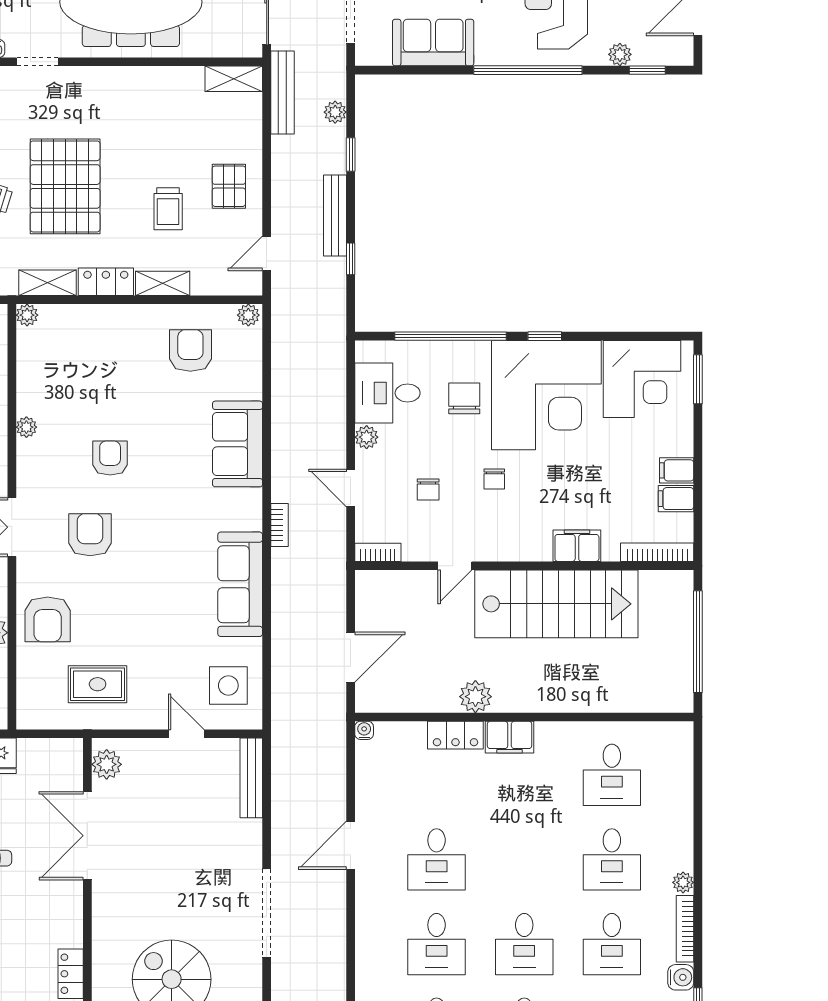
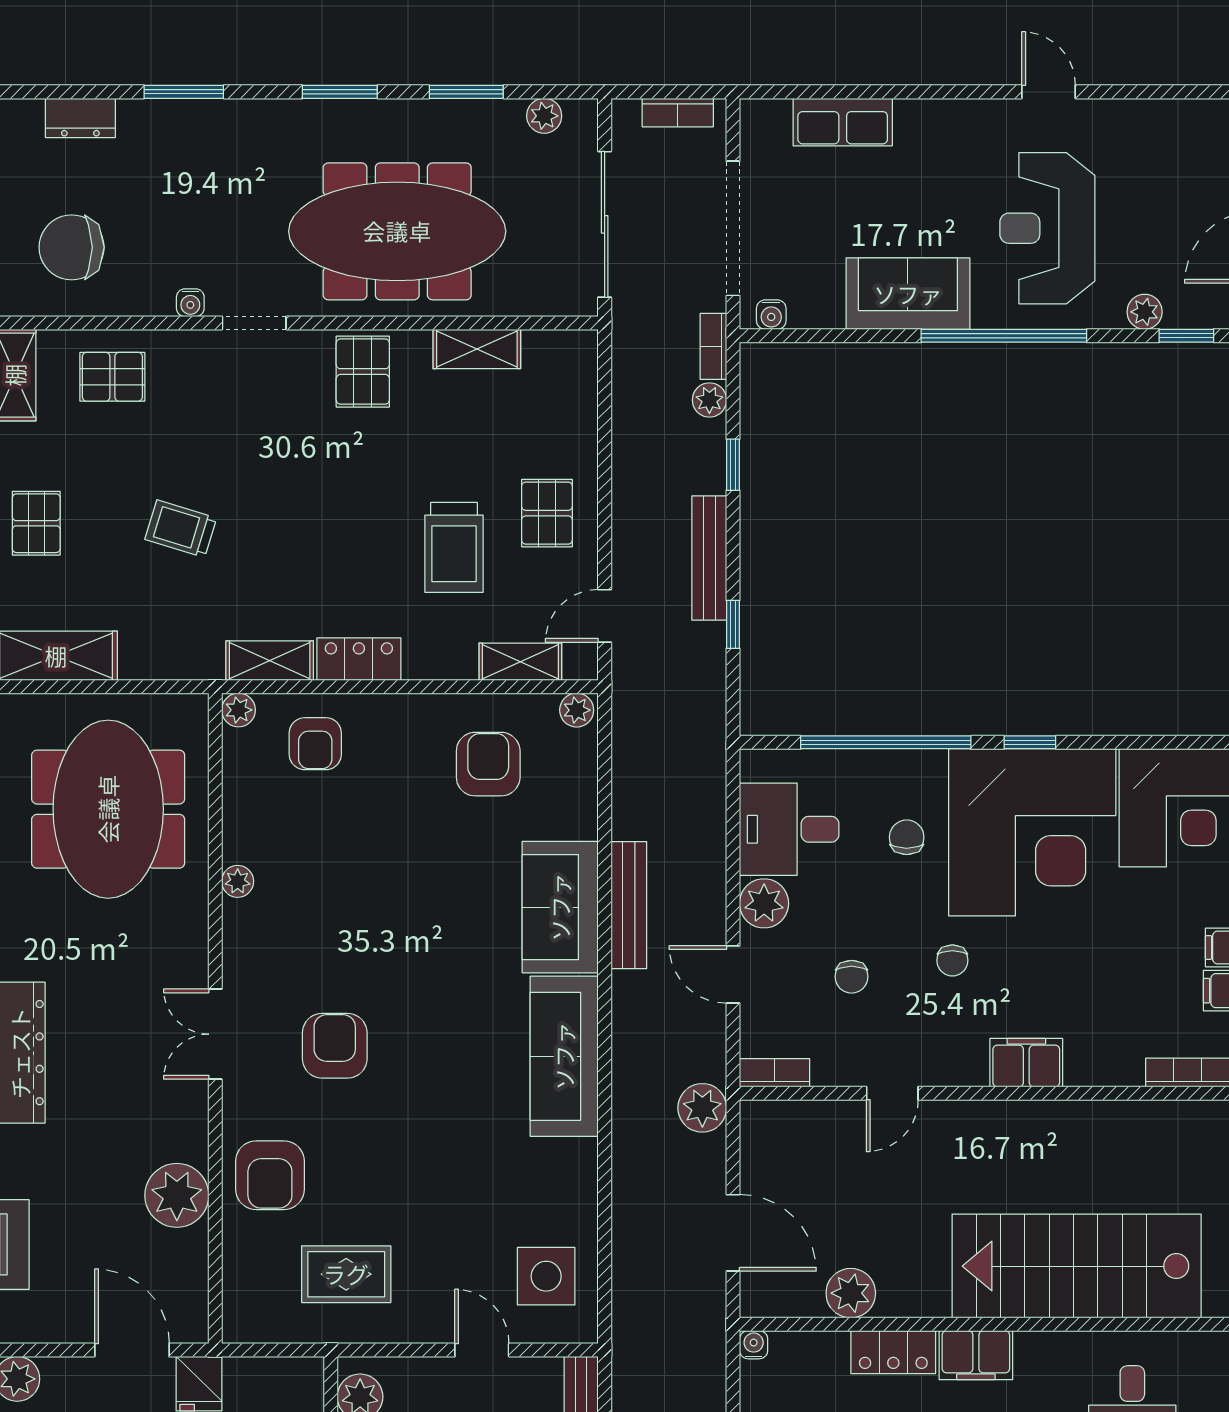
sofa: (433, 43) -> (908, 294), moved
water cooler: (376, 56) -> (771, 315), added
shelving: (234, 79) -> (477, 349), moved
bench: (282, 92) -> (629, 905), moved
pallet: (65, 186) -> (363, 372), moved, width x0.49, depth x0.50
trolley: (168, 209) -> (454, 547), width x1.36, depth x1.39
shelving: (163, 283) -> (520, 662), moved
chair: (464, 398) -> (907, 837), width x0.73, depth x0.73
plant: (367, 437) -> (764, 903), width x1.38, depth x1.38
armchair: (110, 458) -> (315, 744), moved, turned 180
bookcase: (279, 525) -> (713, 346), moved, turned 180
filing cabinet: (577, 546) -> (1026, 1063), moved
plant: (330, 575) -> (702, 1108), added
sofa: (240, 584) -> (564, 1056), moved
stairs: (556, 604) -> (1077, 1266), moved, turned 180
door: (351, 657) -> (733, 1233), hinge flipped
plant: (475, 697) -> (851, 1293), moved

